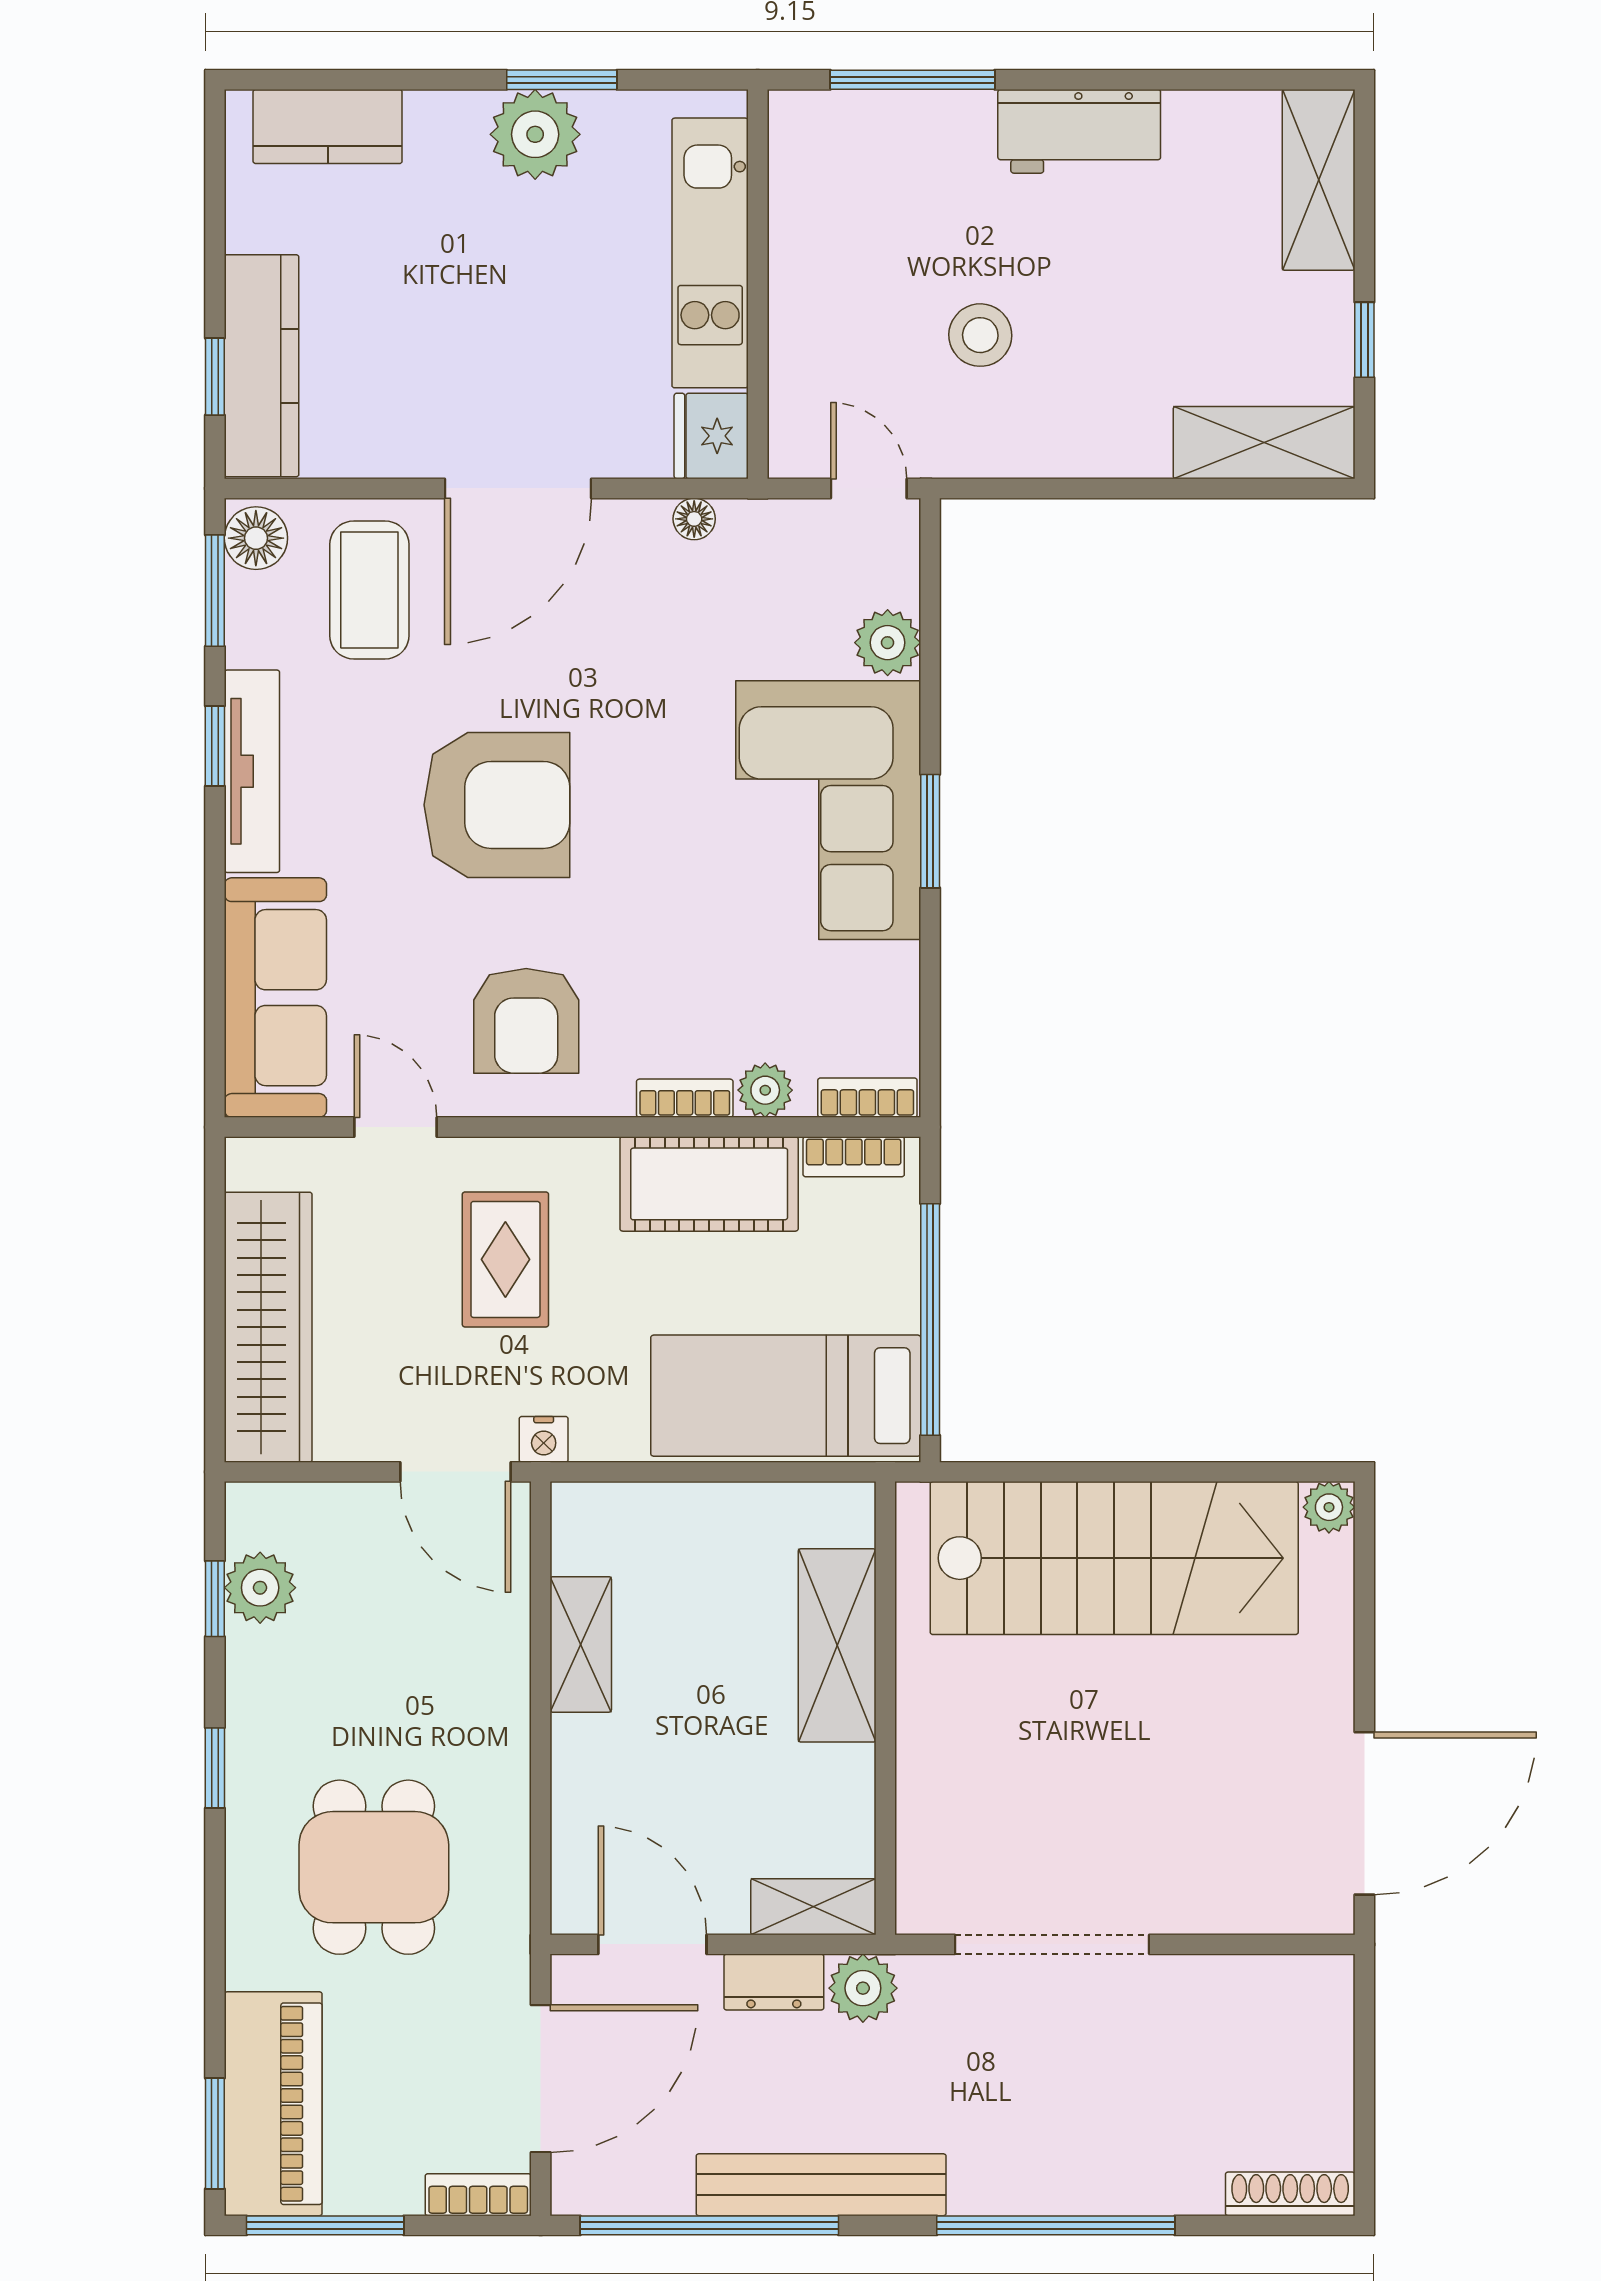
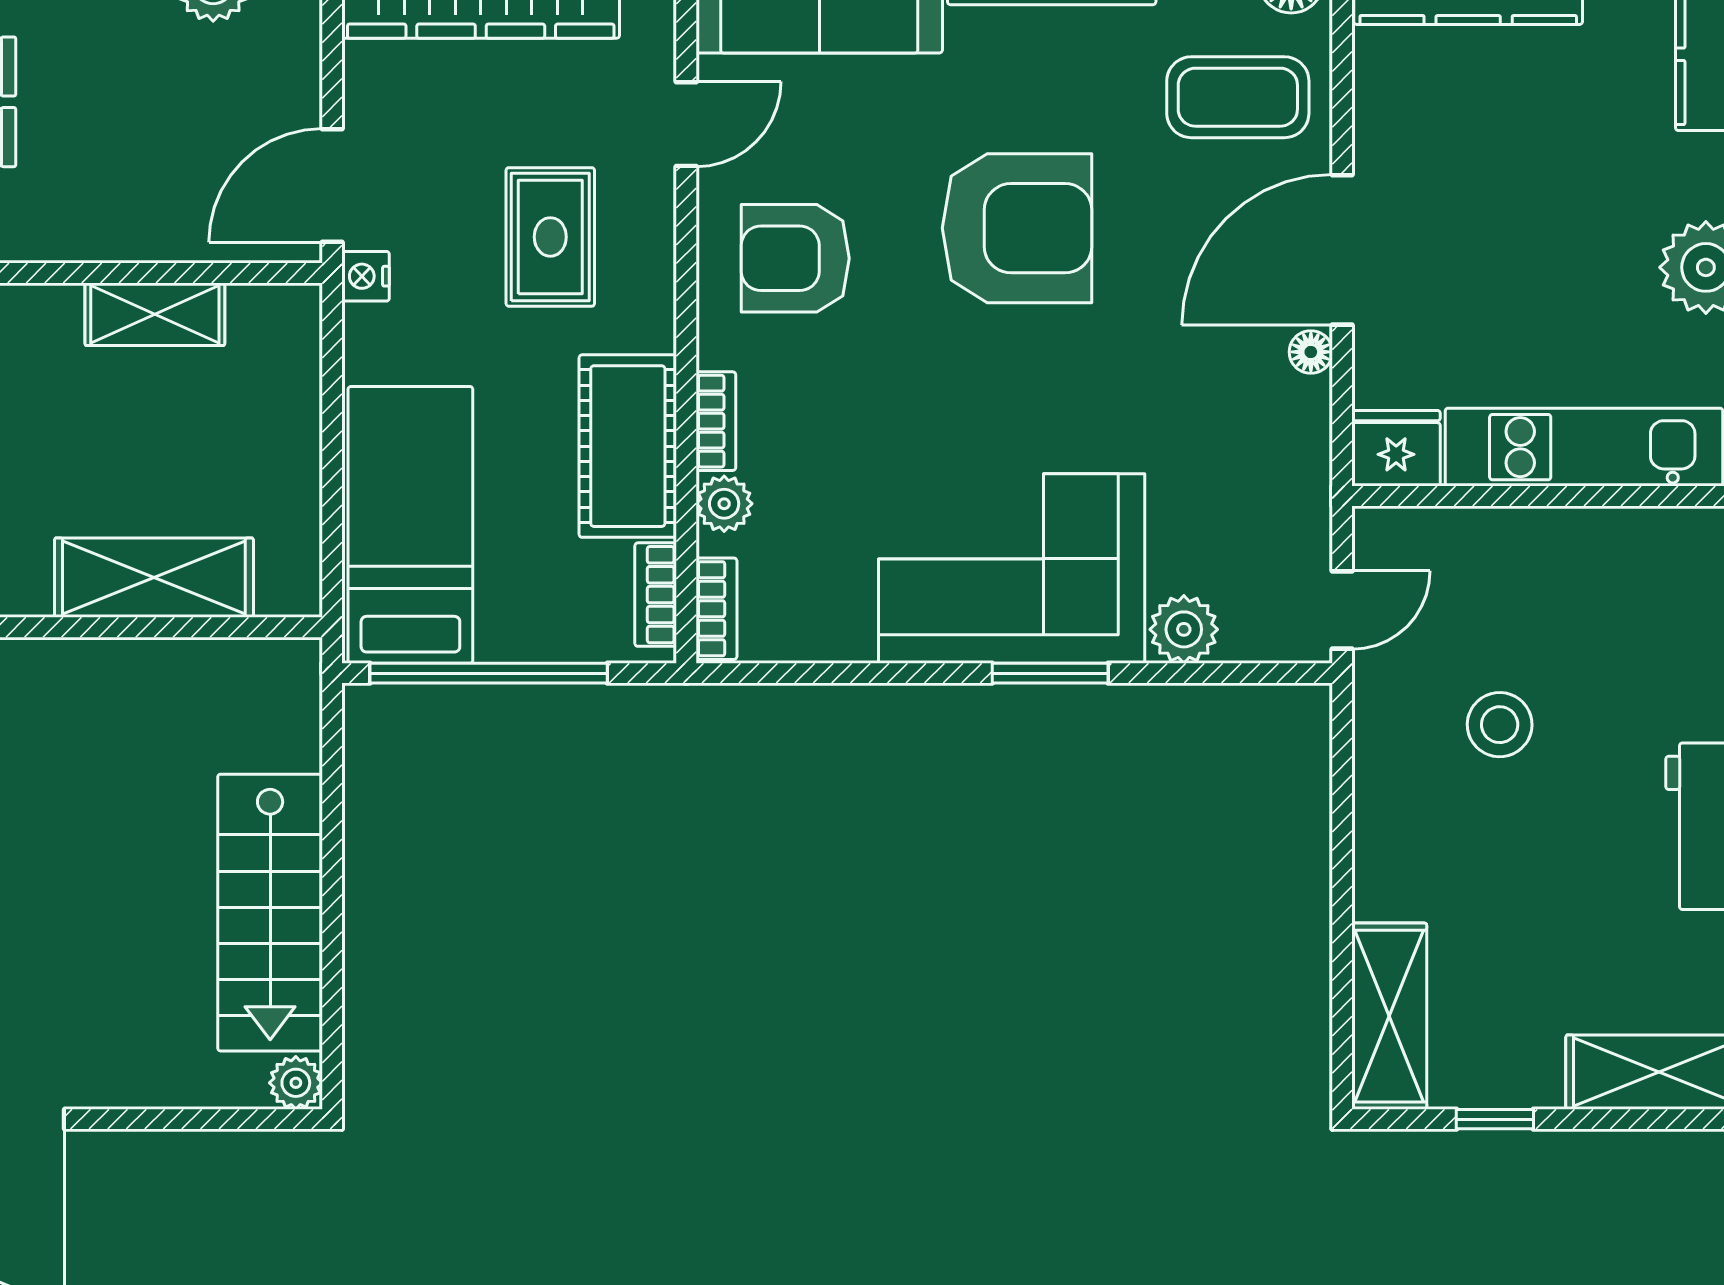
door: (518, 488) -> (1342, 250), hinge flipped
floor lamp: (694, 519) -> (1311, 352), moved
armchair: (497, 805) -> (1017, 228), turned -90
window: (930, 831) -> (1050, 673), moved
rug: (505, 1259) -> (550, 237), turned 90
stairs: (1114, 1558) -> (270, 913), width x0.73, depth x0.66

